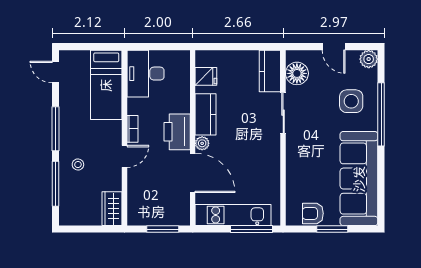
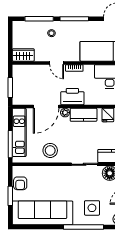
stool: (261, 167) -> (50, 150), added
armchair: (313, 213) -> (20, 183), turned 180

